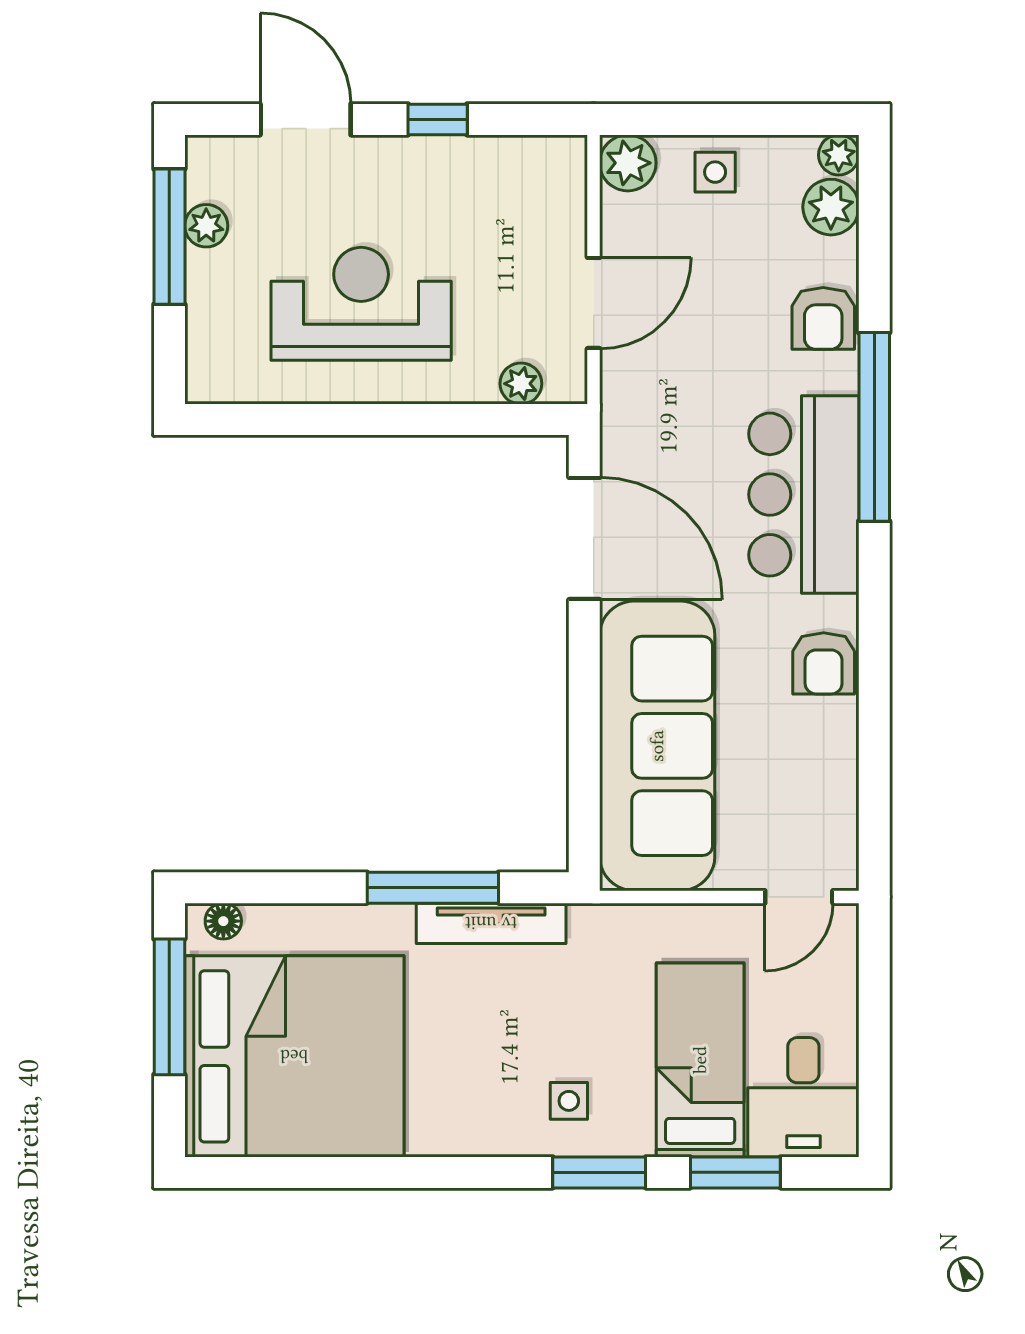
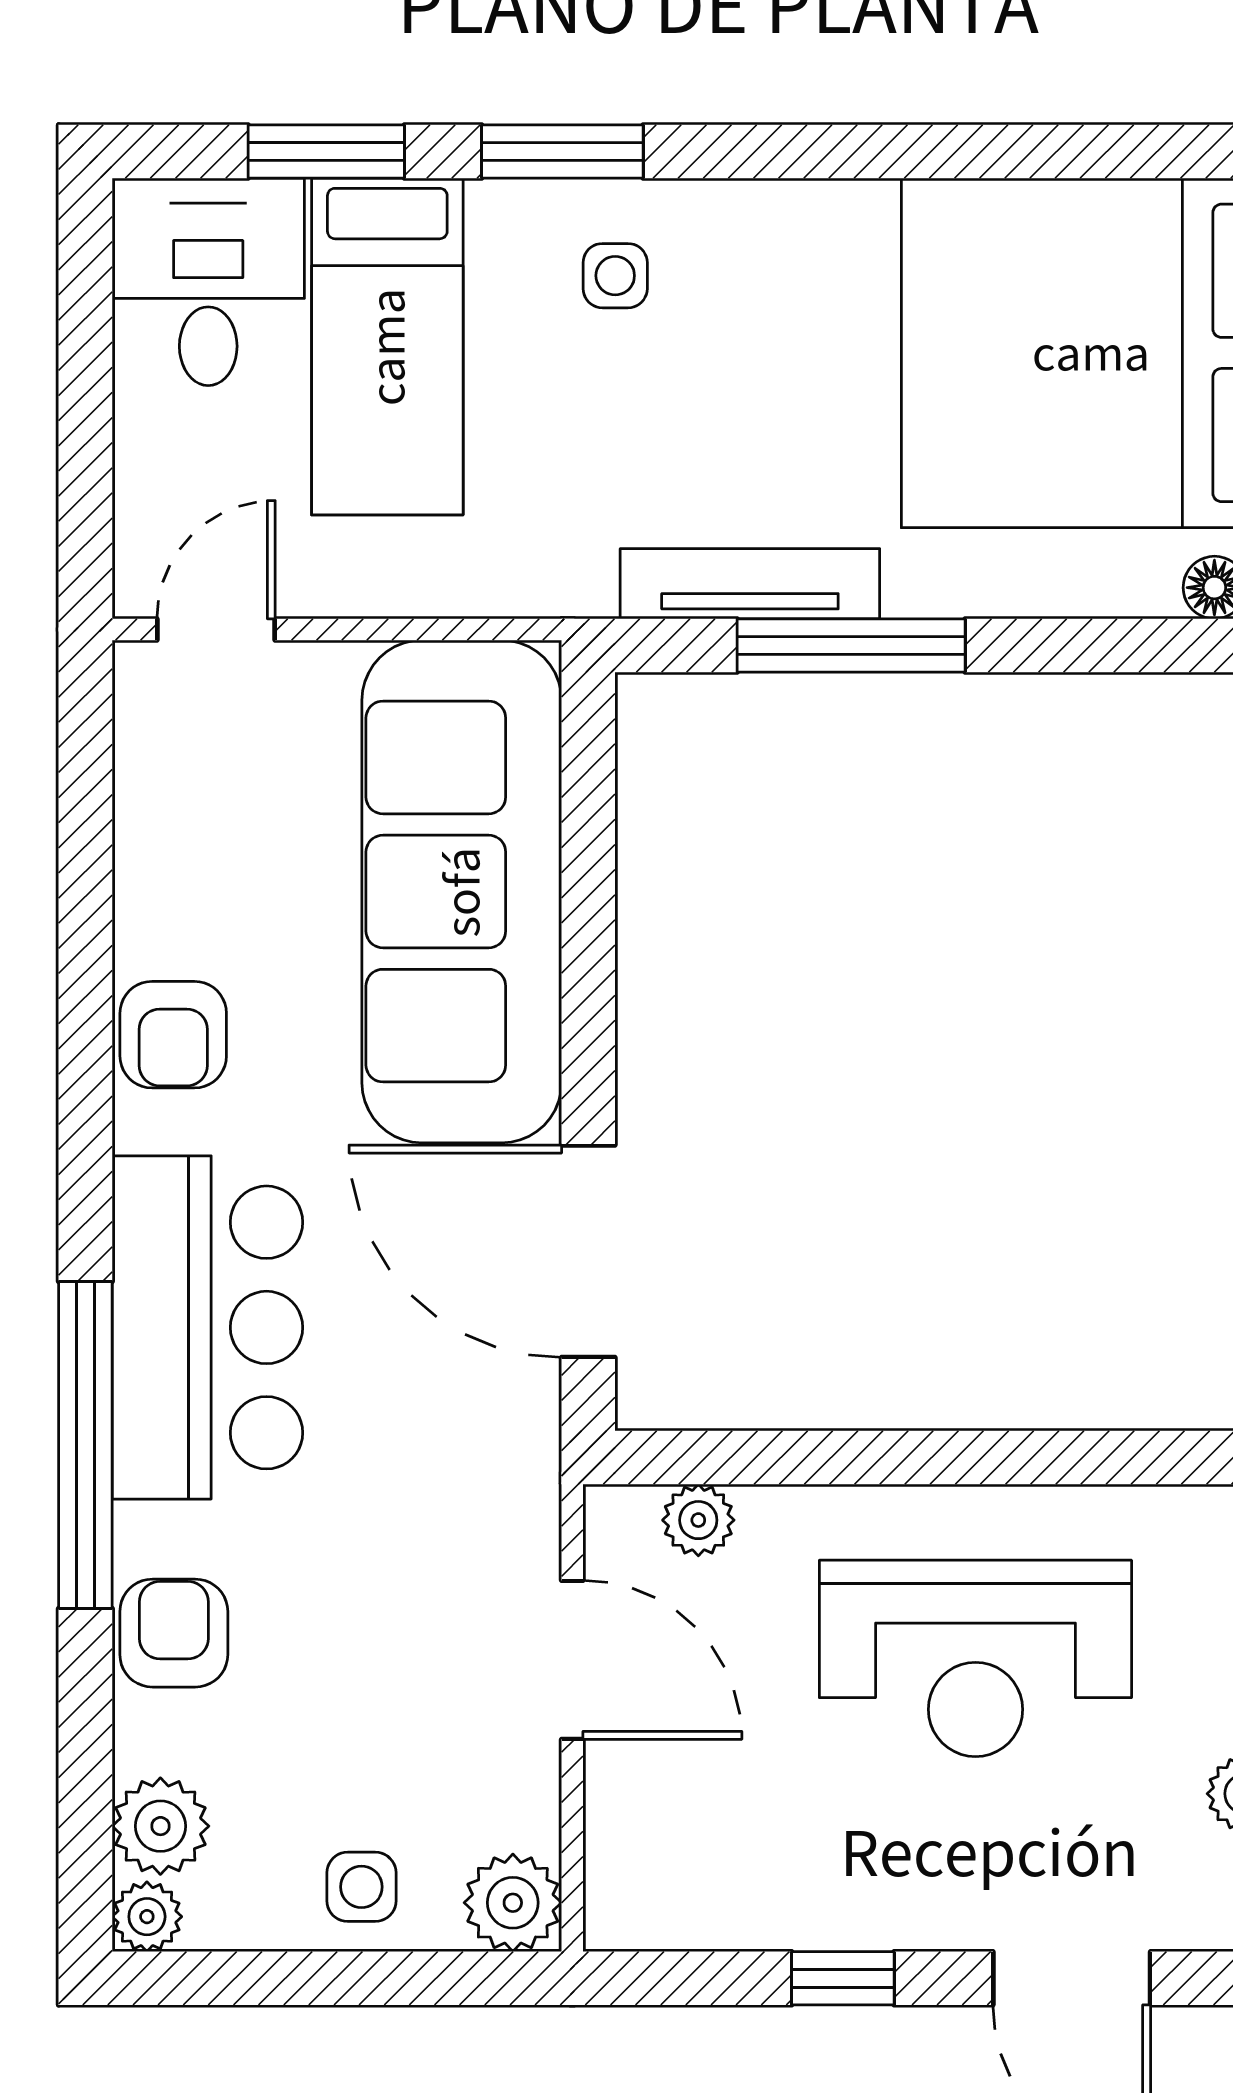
door: (594, 303) -> (572, 1660), swing flipped
armchair: (824, 663) -> (173, 1035), turned 180

